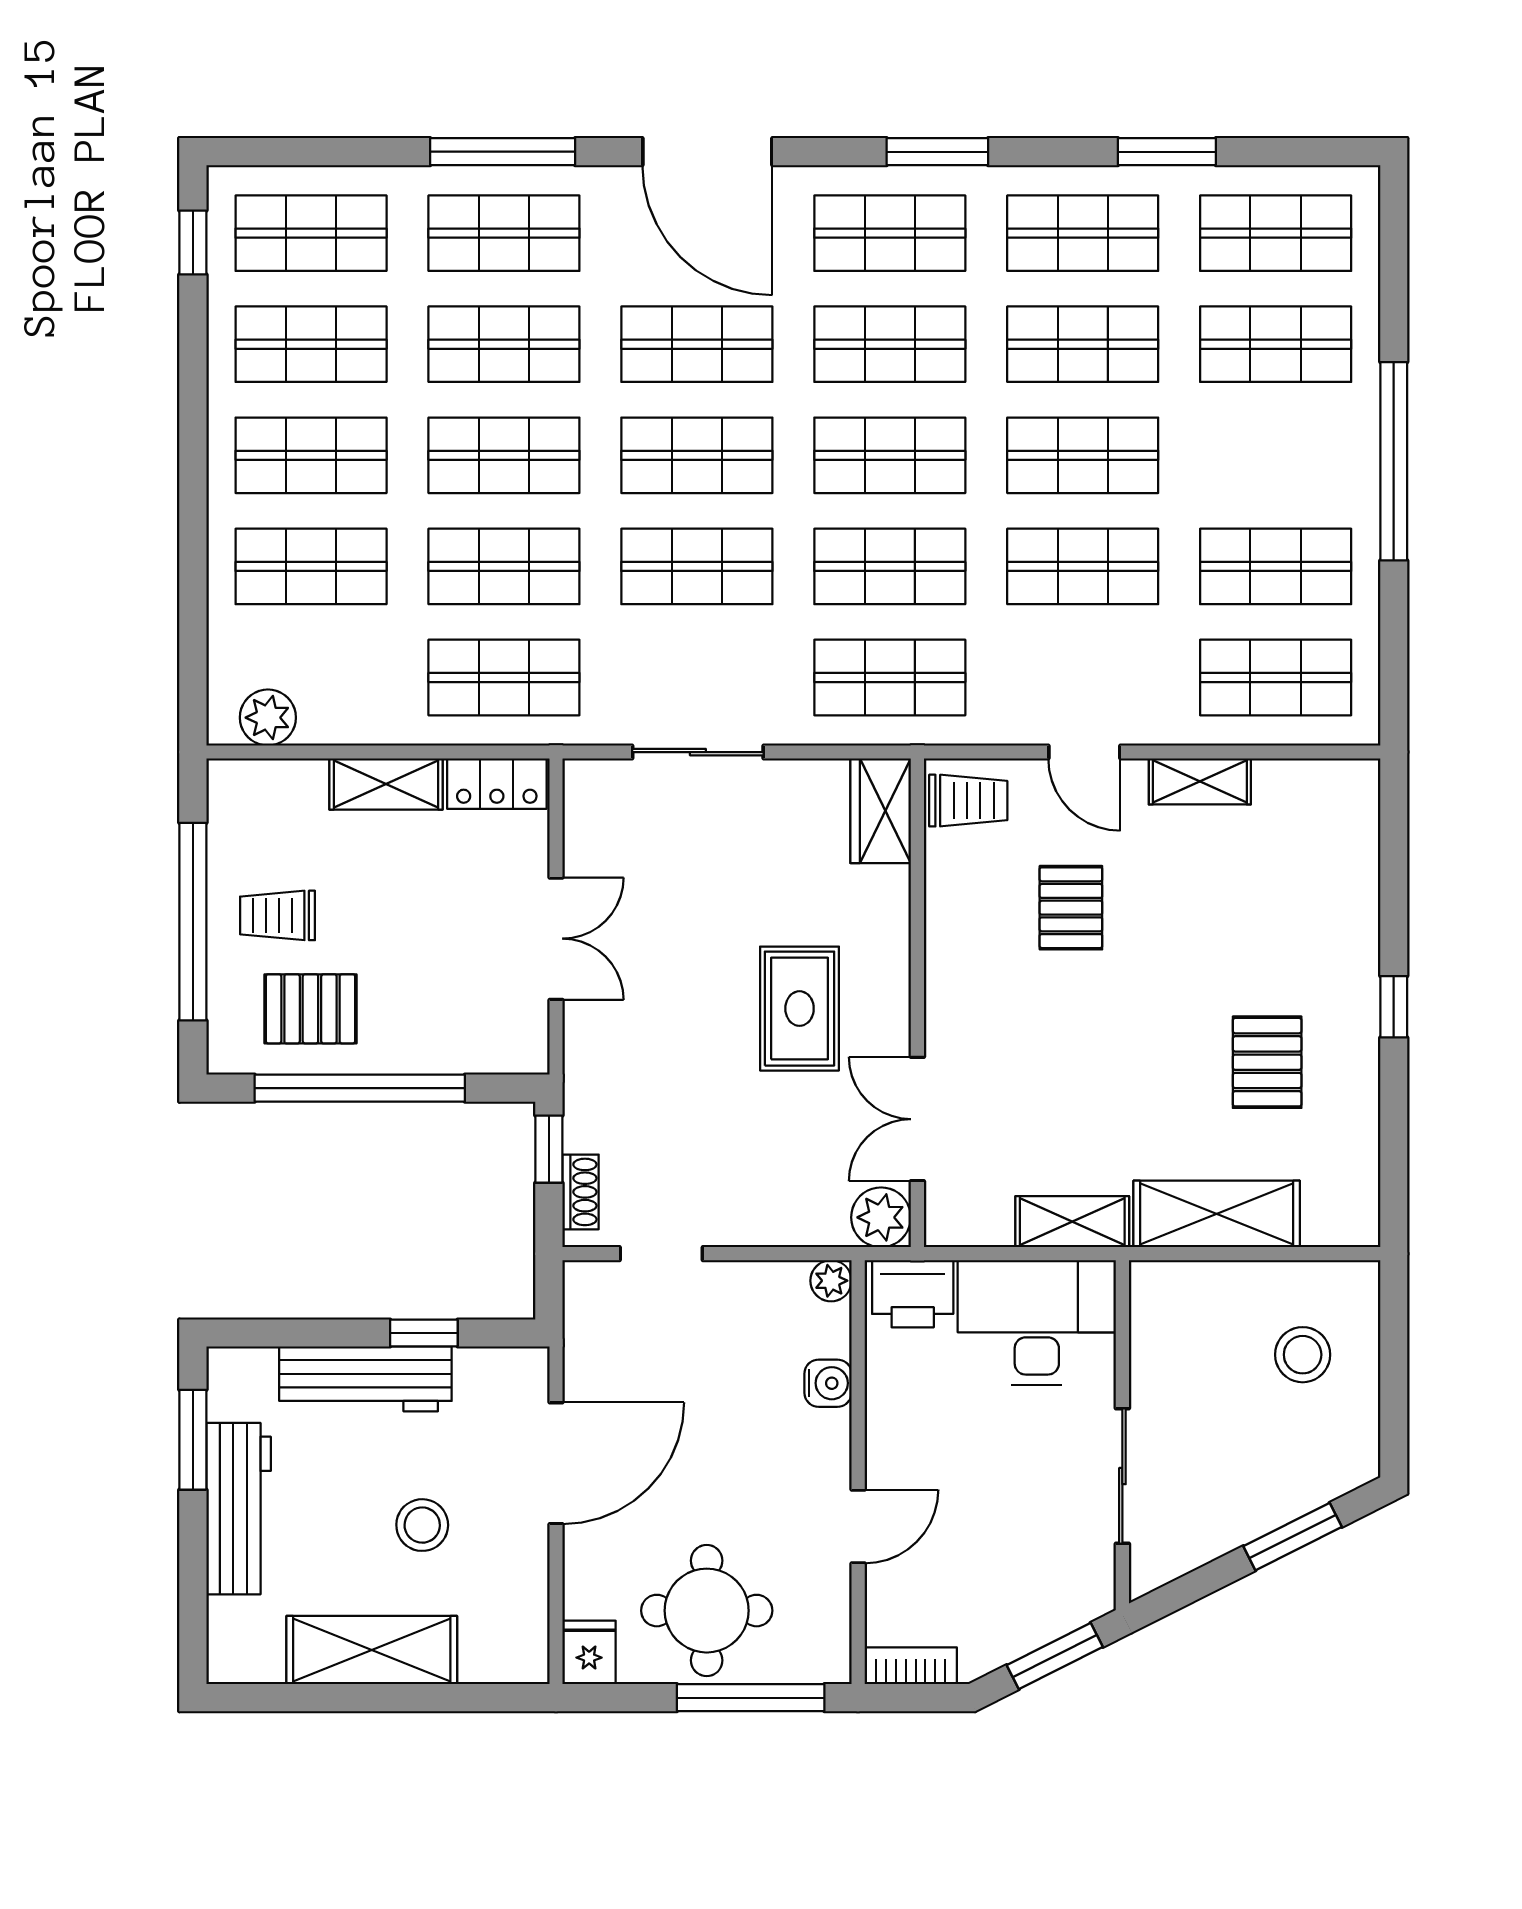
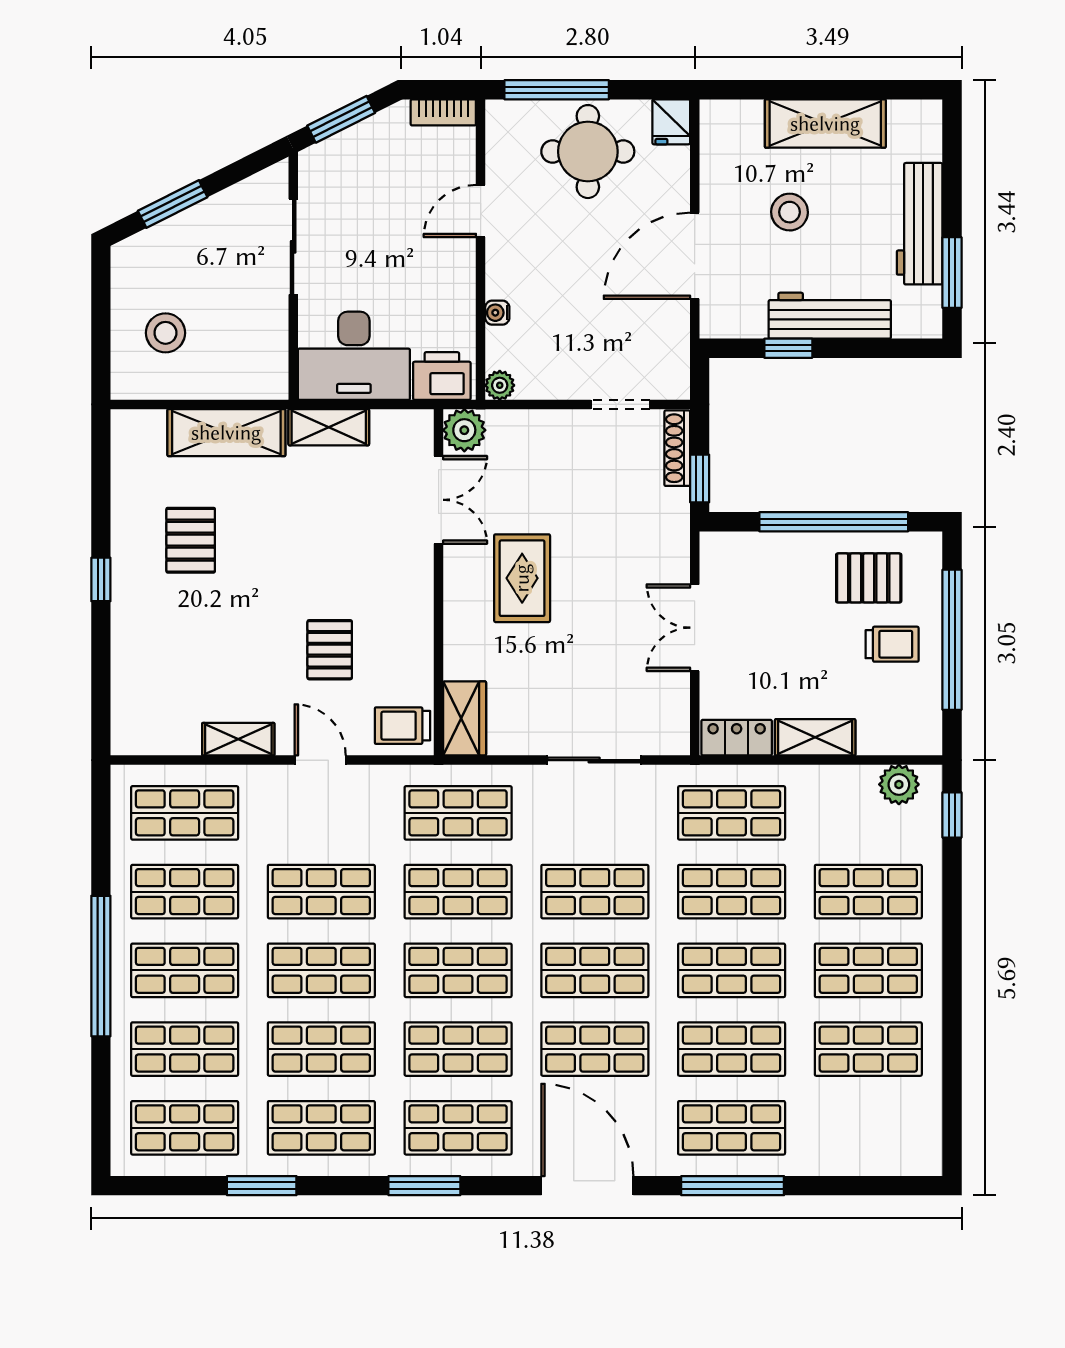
shop shelf: (311, 233) -> (185, 970), moved
window: (193, 243) -> (952, 815), moved
shoe rack: (581, 1192) -> (677, 448), width x1.43
water cooler: (828, 1383) -> (497, 313), width x0.72, depth x0.72

